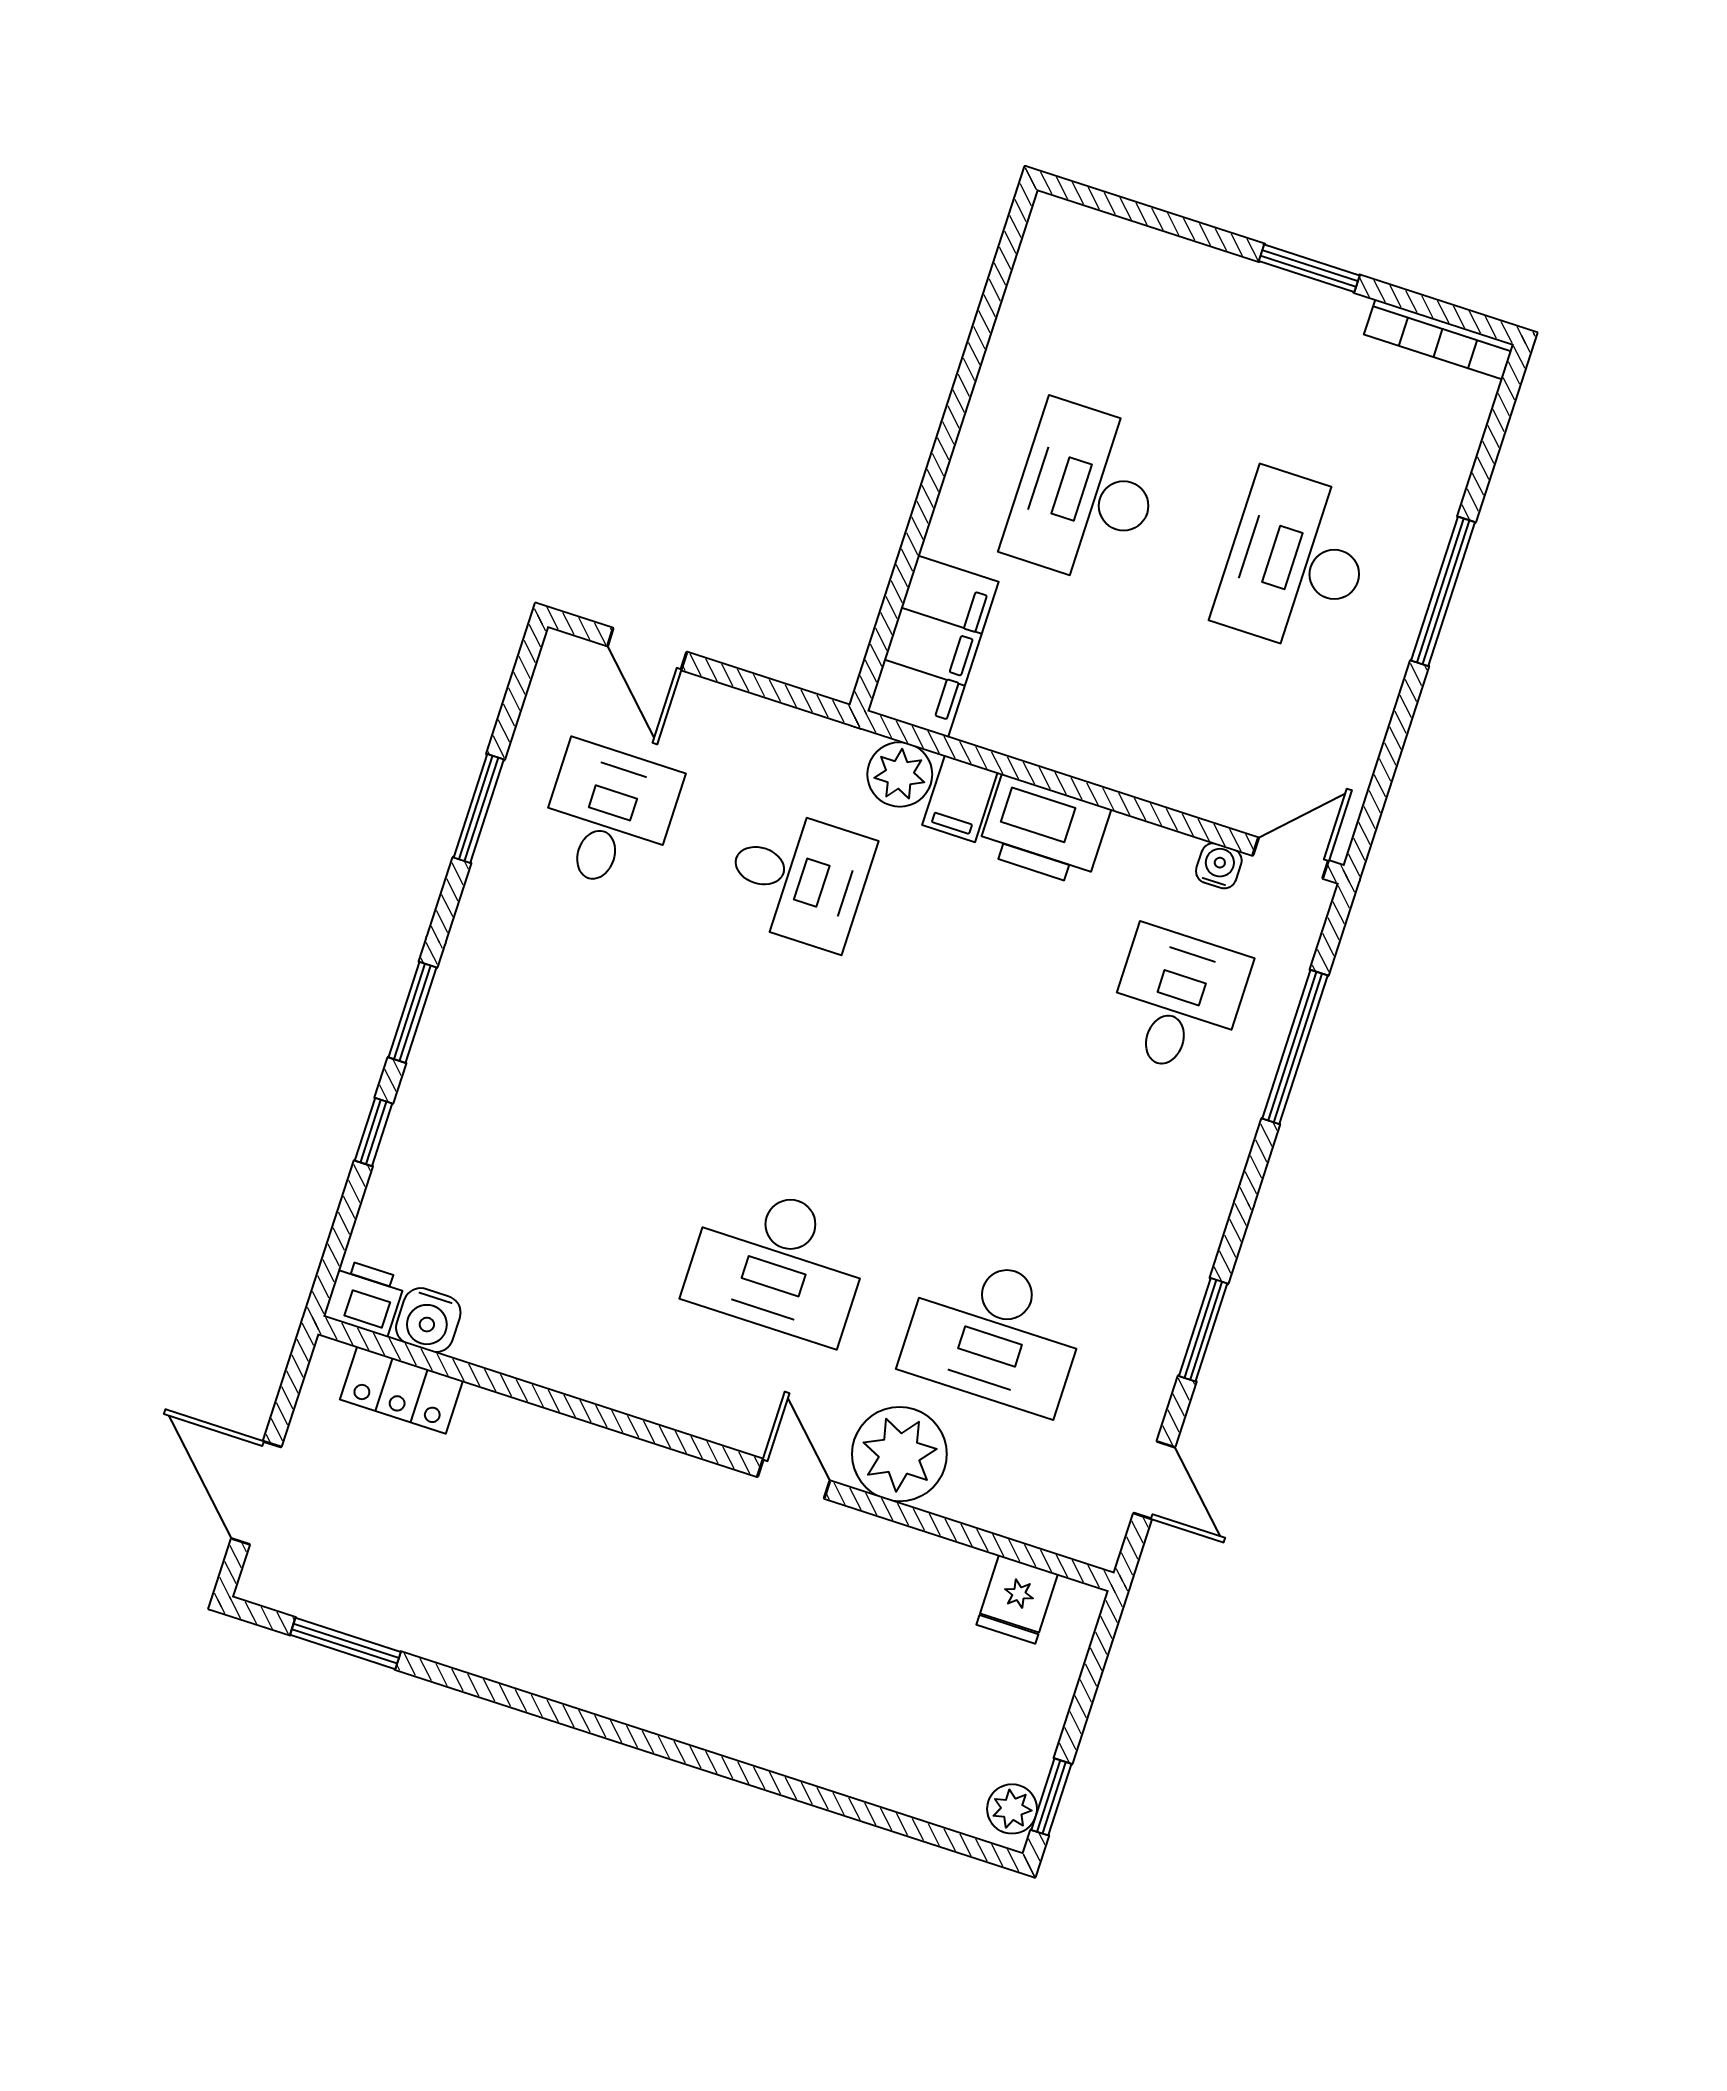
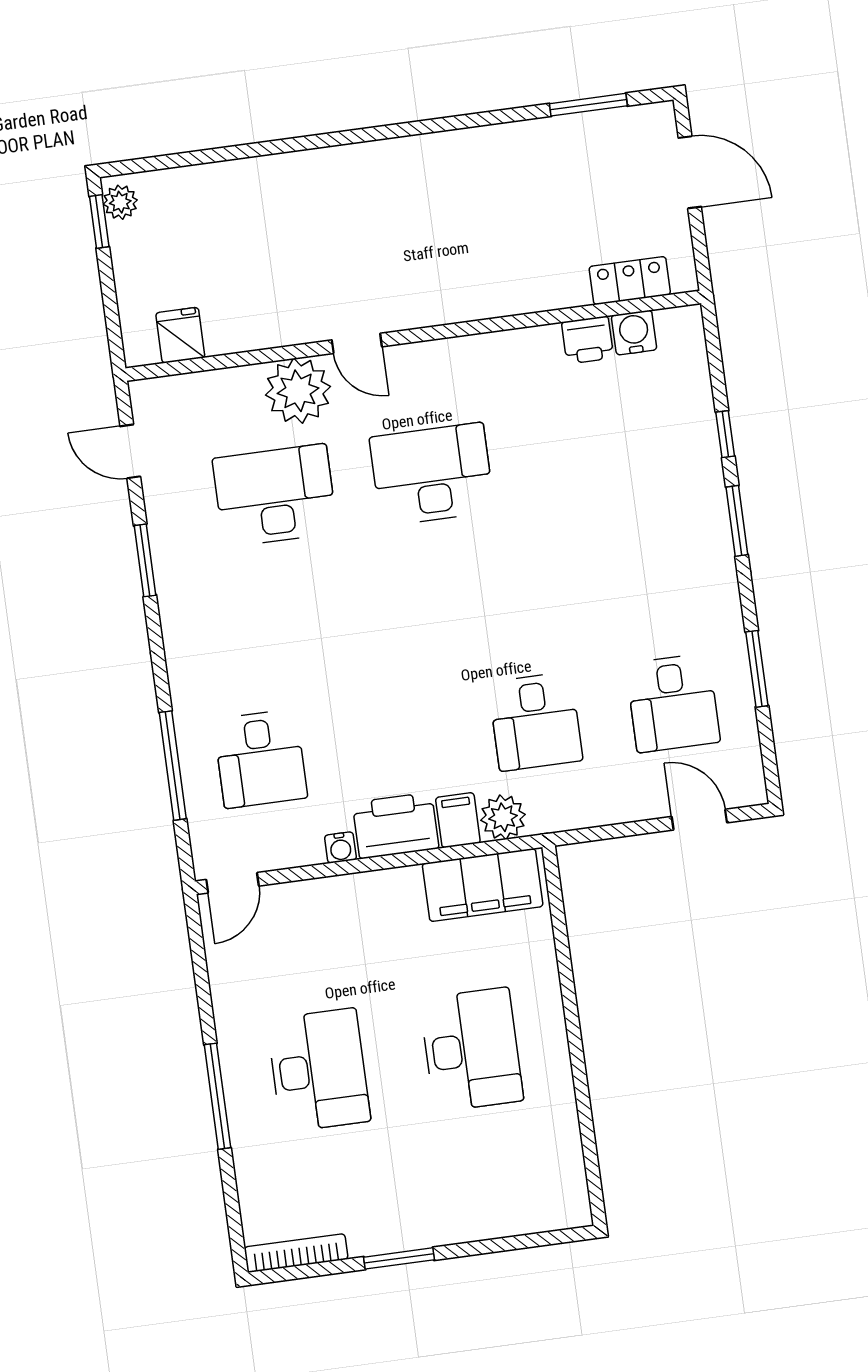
filing cabinet: (933, 646) -> (483, 885), moved, turned -90
water cooler: (1219, 866) -> (340, 848), moved
desk: (798, 878) -> (535, 722), turned -90
printer: (365, 1298) -> (588, 340), moved

